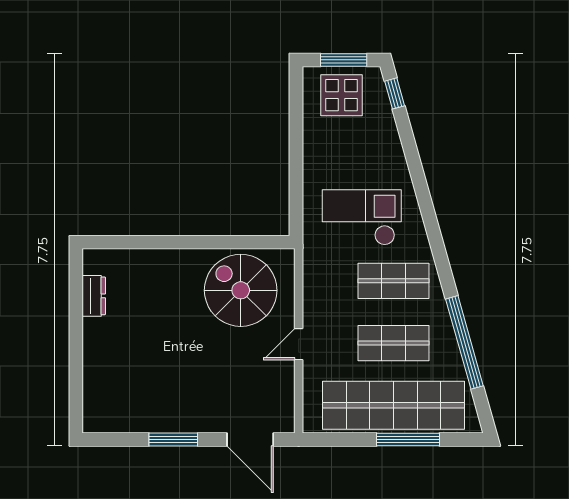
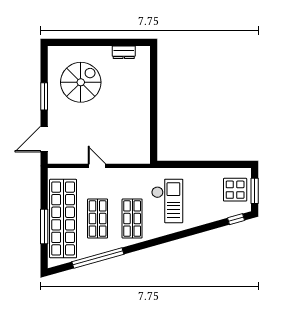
spiral stairs: (241, 290) -> (81, 82), moved

